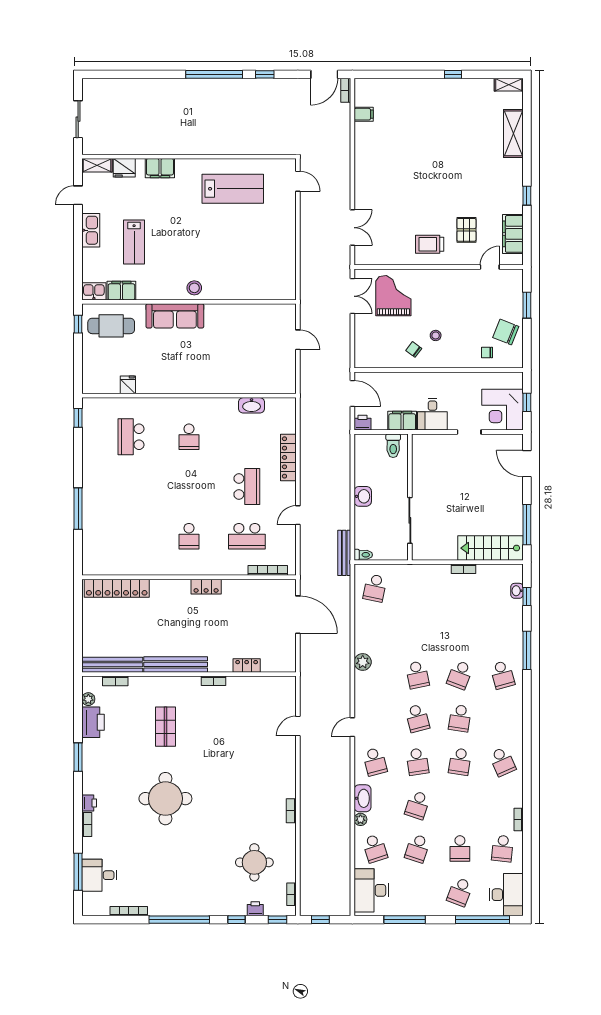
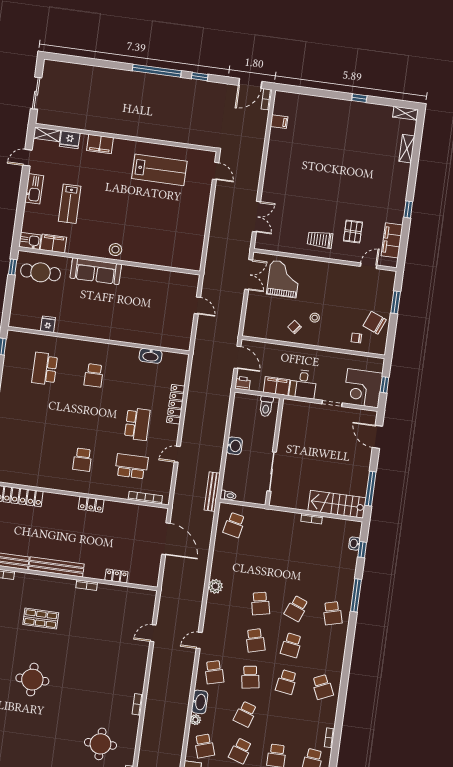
shelving: (513, 133) -> (407, 149), width x0.67, depth x0.75
school desk: (247, 536) -> (132, 466), turned 180
shop shelf: (166, 727) -> (41, 619), turned 90
round table: (165, 799) -> (32, 680), width x0.73, depth x0.73

